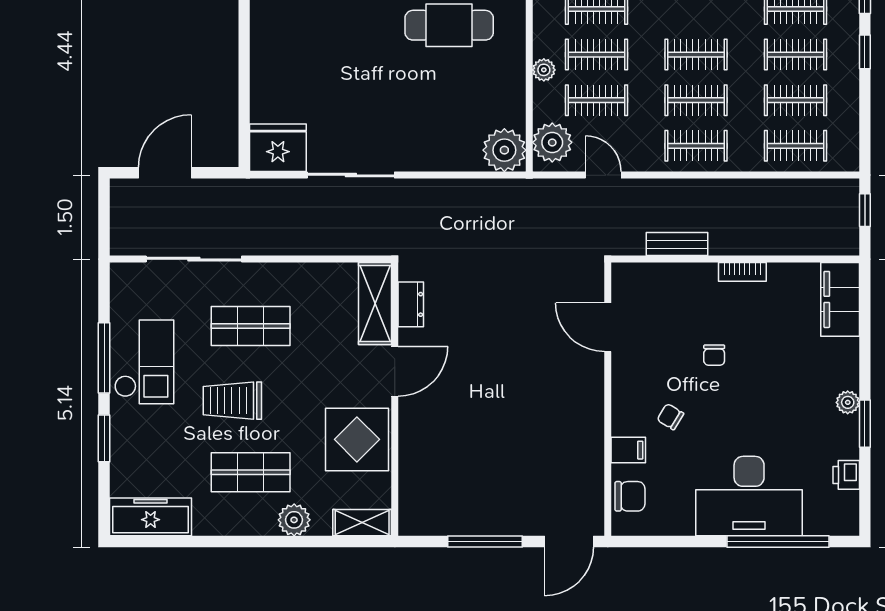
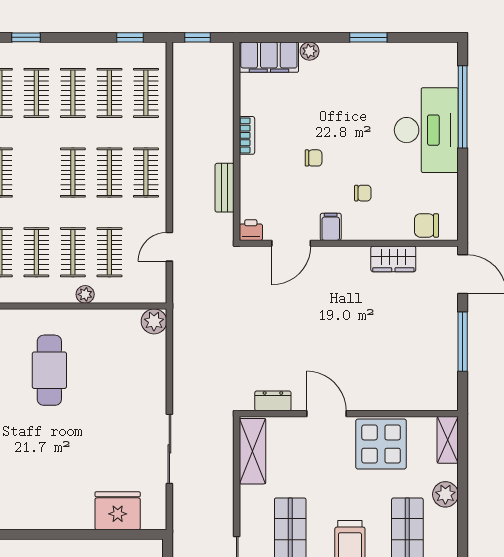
window: (865, 52) -> (130, 37), moved
plant: (552, 142) -> (143, 288), removed
fridge: (278, 148) -> (118, 511), moved, turned 90
plant: (504, 150) -> (154, 321), width x0.73, depth x0.73
shelving: (375, 304) -> (252, 451), moved, turned 90
plant: (848, 402) -> (310, 51), moved
chair: (670, 417) -> (363, 193), turned -121
filing cabinet: (628, 450) -> (331, 227), moved
wardrobe: (588, 455) -> (393, 259), added
printer: (846, 475) -> (251, 230), moved, turned 180
chair: (630, 496) -> (427, 225), turned -90

